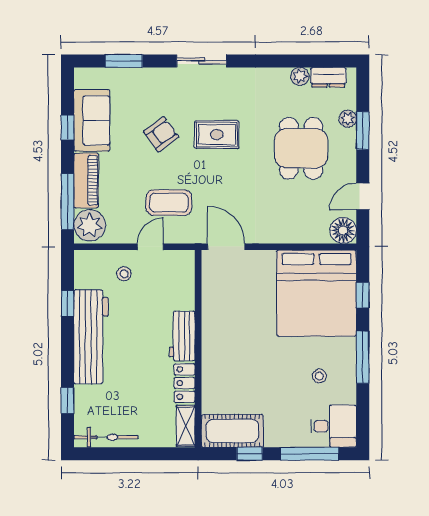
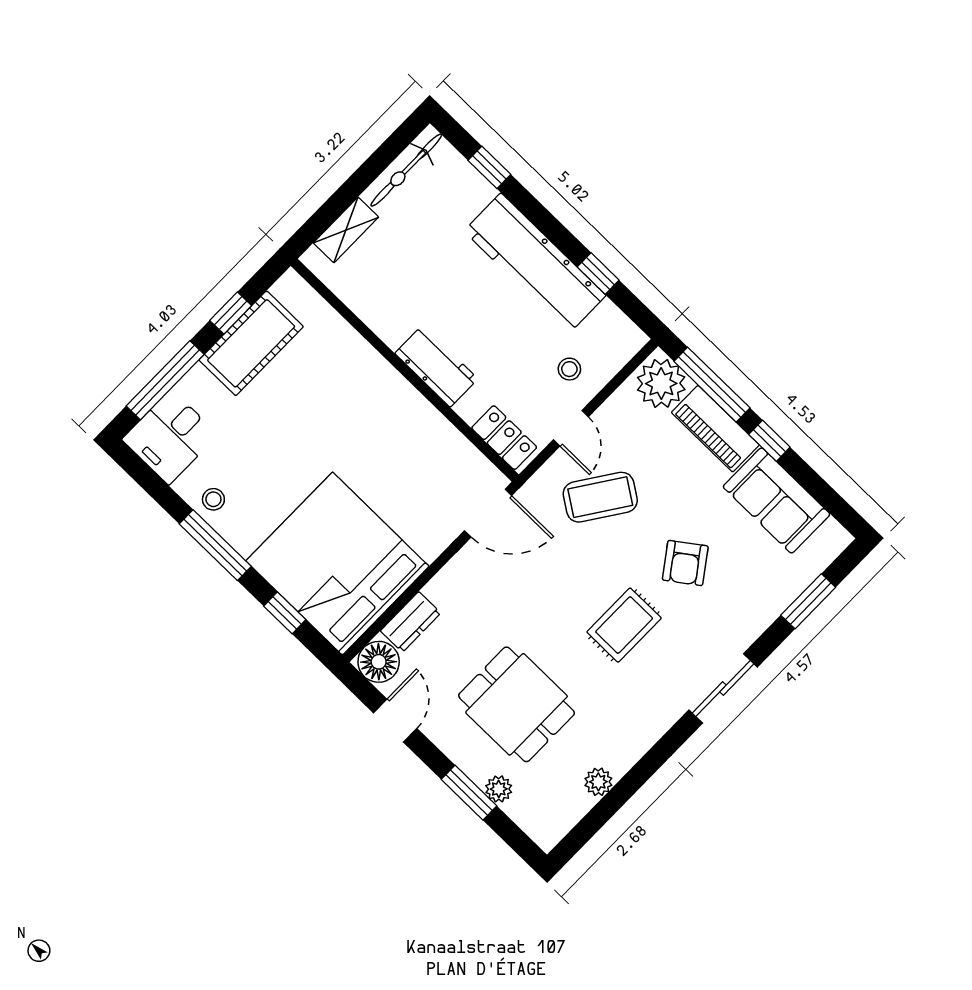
dresser: (328, 77) -> (411, 622), moved, turned 180
window: (68, 127) -> (769, 441), moved
coffee table: (169, 203) -> (600, 497), turned 34
stool: (319, 376) -> (213, 499), moved
locker: (185, 383) -> (504, 438), moved
shelving: (186, 426) -> (346, 230), moved, turned 90
cot: (232, 431) -> (251, 343), moved

